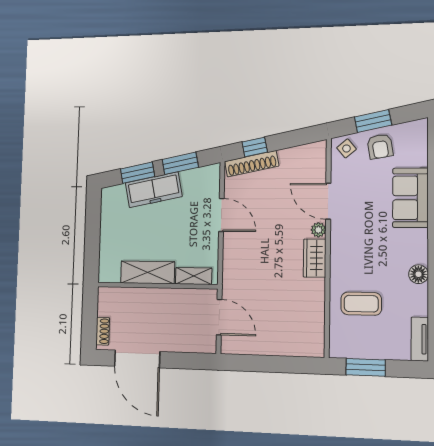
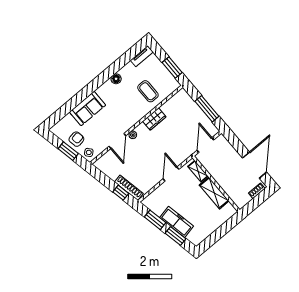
door: (221, 215) -> (171, 174), moved
wardrobe: (315, 258) -> (154, 119), moved
window: (266, 364) -> (207, 109), added

